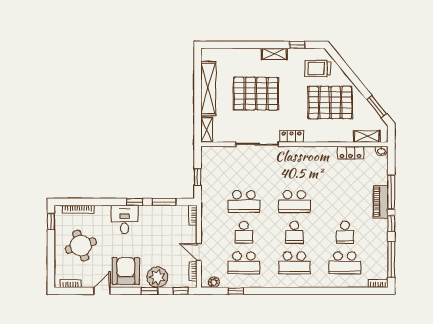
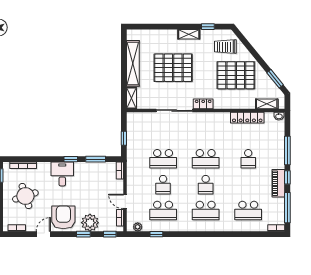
locker: (351, 153) -> (247, 118), width x1.53
piano: (381, 202) -> (278, 183), moved
school desk: (345, 232) -> (248, 159), moved

